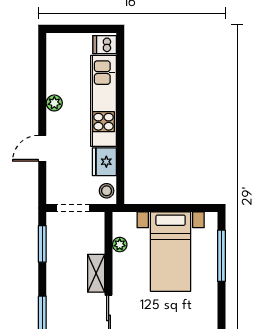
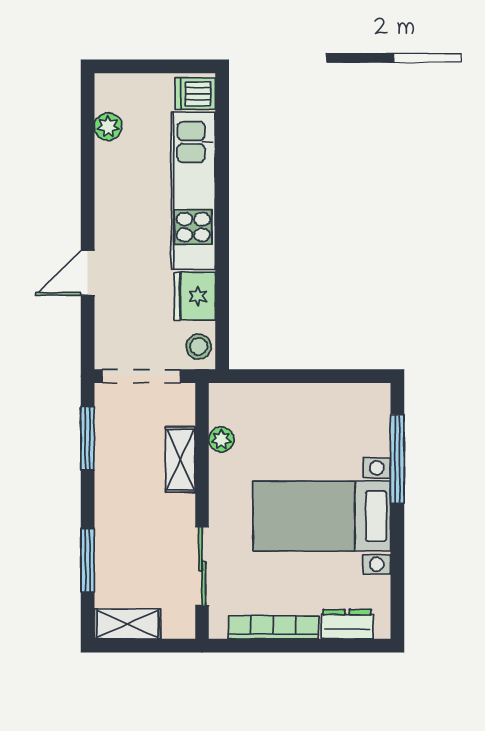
plant: (54, 103) -> (108, 127), moved
doorway: (73, 208) -> (141, 376), width x1.38
bed with nightstands: (171, 252) -> (322, 516), moved, turned 90
shelving: (96, 273) -> (180, 460), moved

